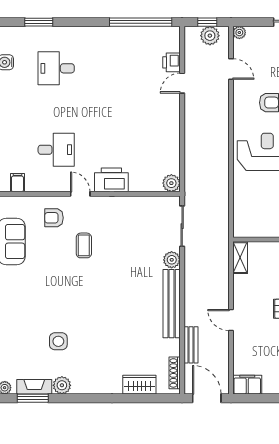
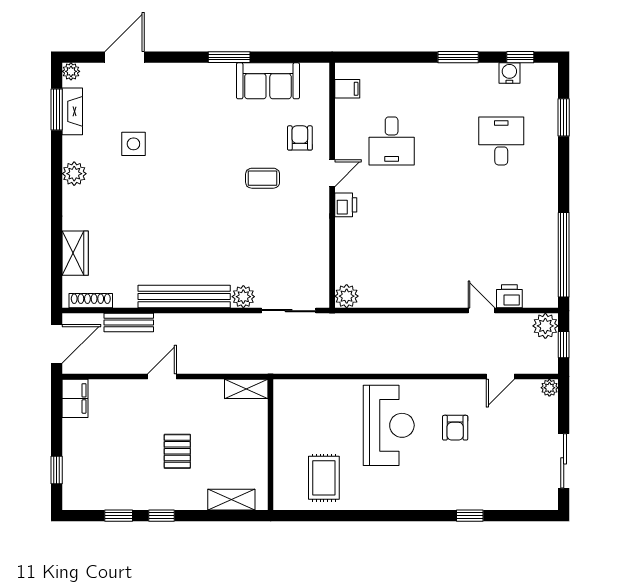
plant: (210, 36) -> (545, 326), moved
printer: (111, 180) -> (346, 205), width x0.53, depth x0.68
plant: (62, 385) -> (74, 174), moved

